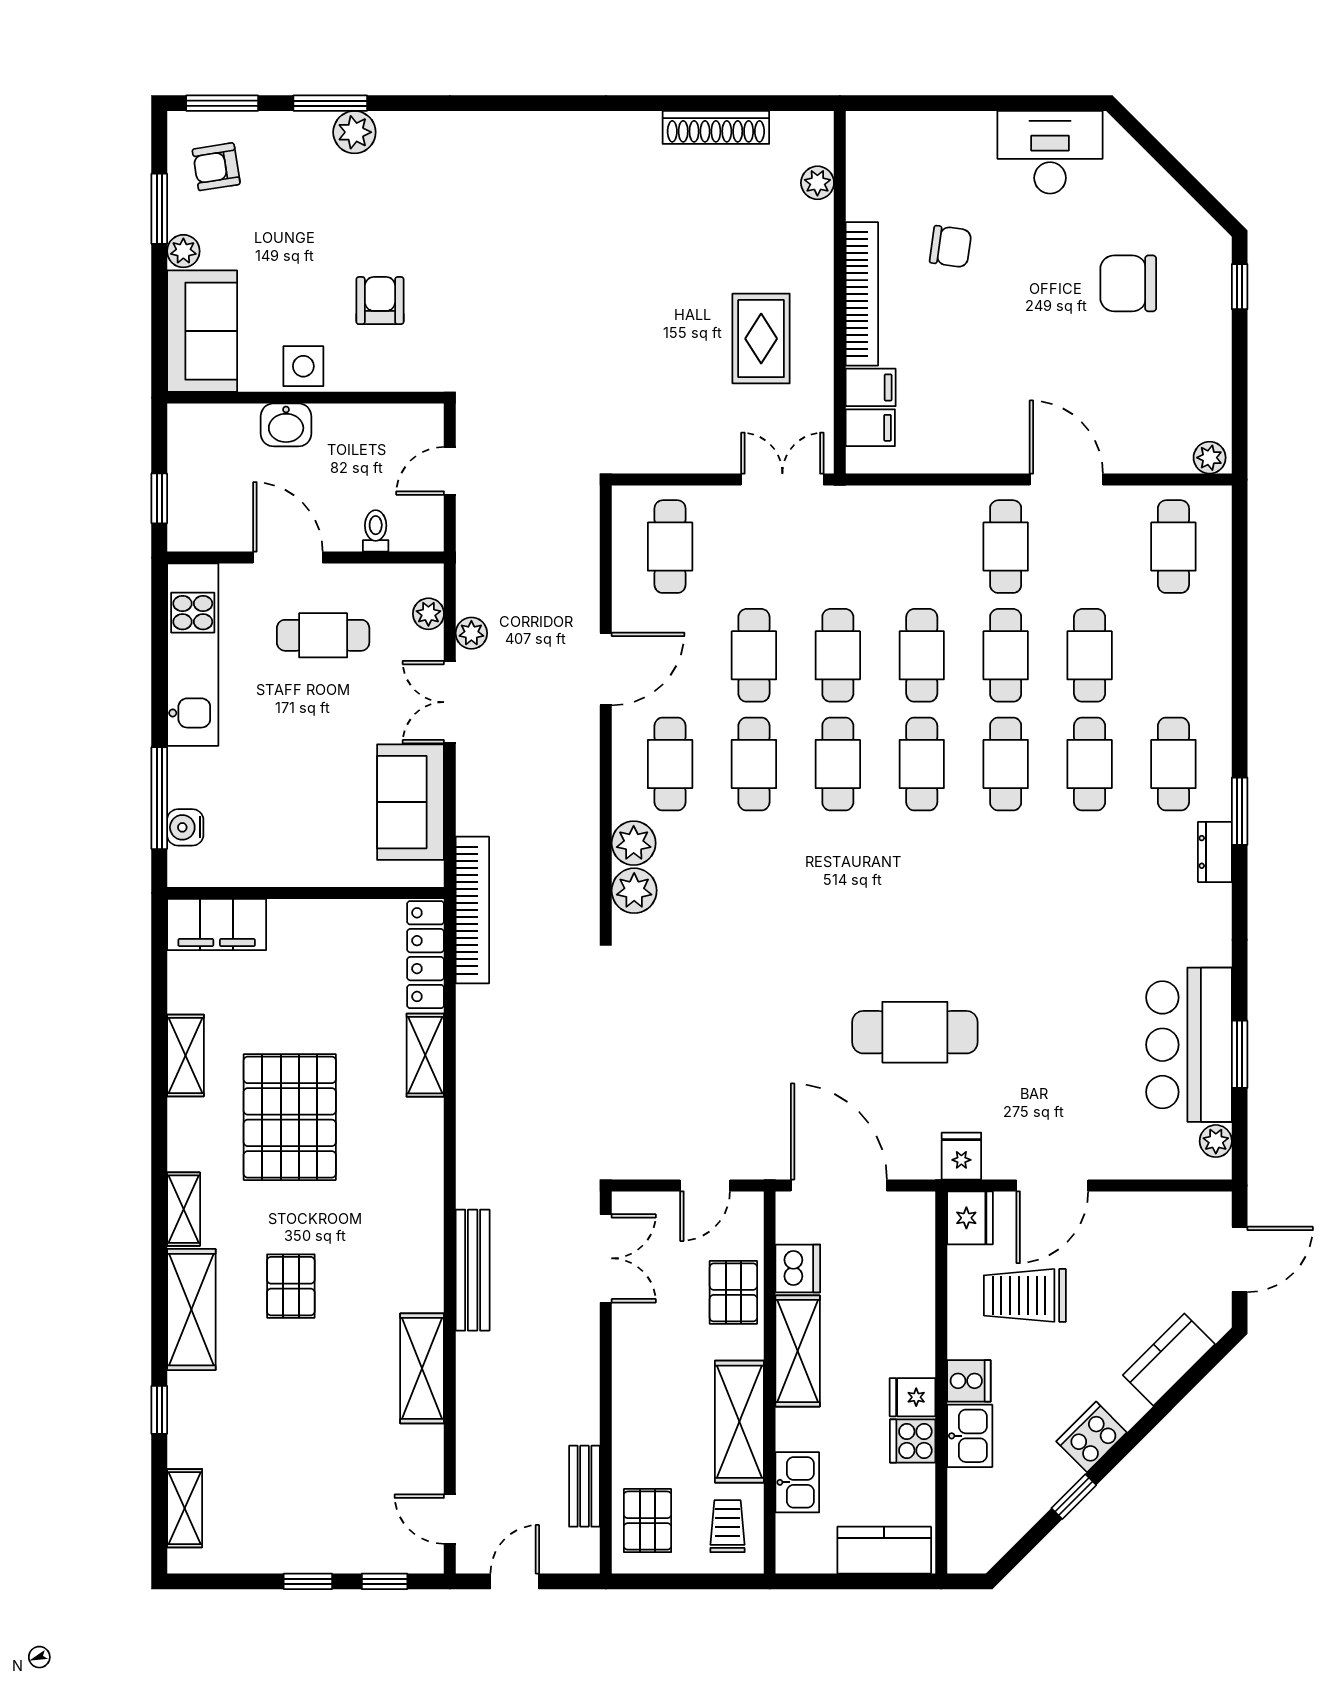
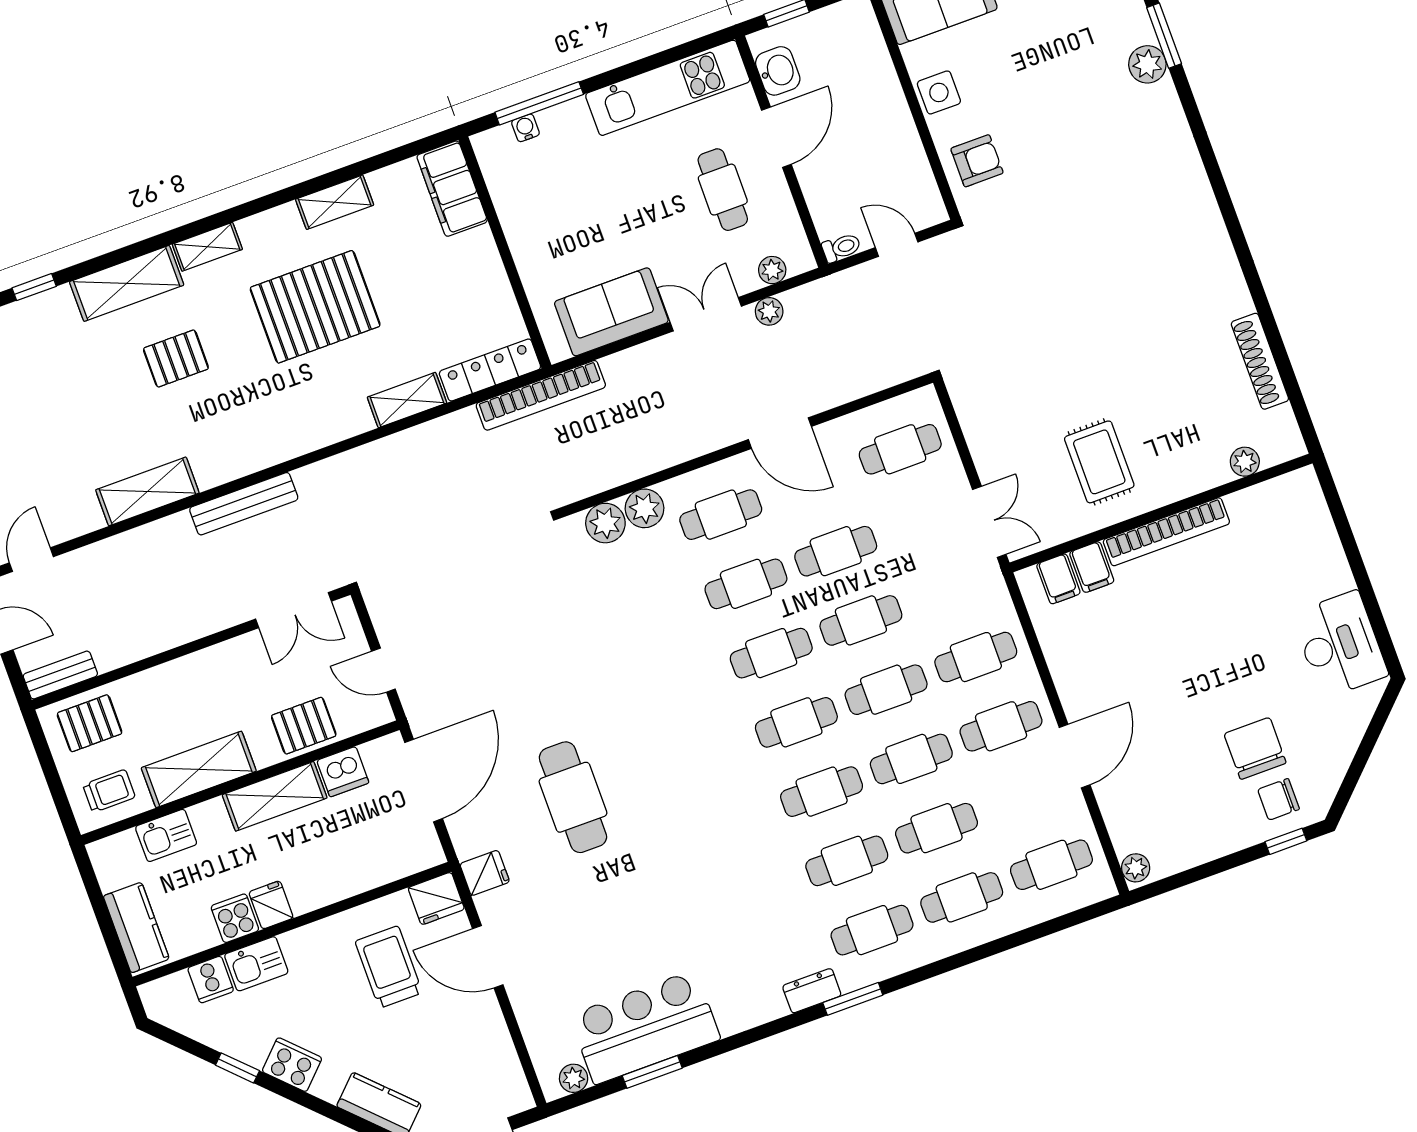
chair: (951, 247) -> (1279, 799), moved, turned 82
armchair: (380, 301) -> (977, 161), moved
rug: (761, 339) -> (1099, 462), turned 90
washbasin: (286, 425) -> (778, 71), moved, turned 180
toilet: (376, 531) -> (841, 247), moved
cafe table: (922, 547) -> (976, 657), added
cafe table: (1173, 655) -> (962, 897), added
water cooler: (185, 827) -> (525, 128), width x0.72, depth x0.72
cooker: (969, 1381) -> (211, 980), moved
bench: (585, 1486) -> (60, 675), moved

